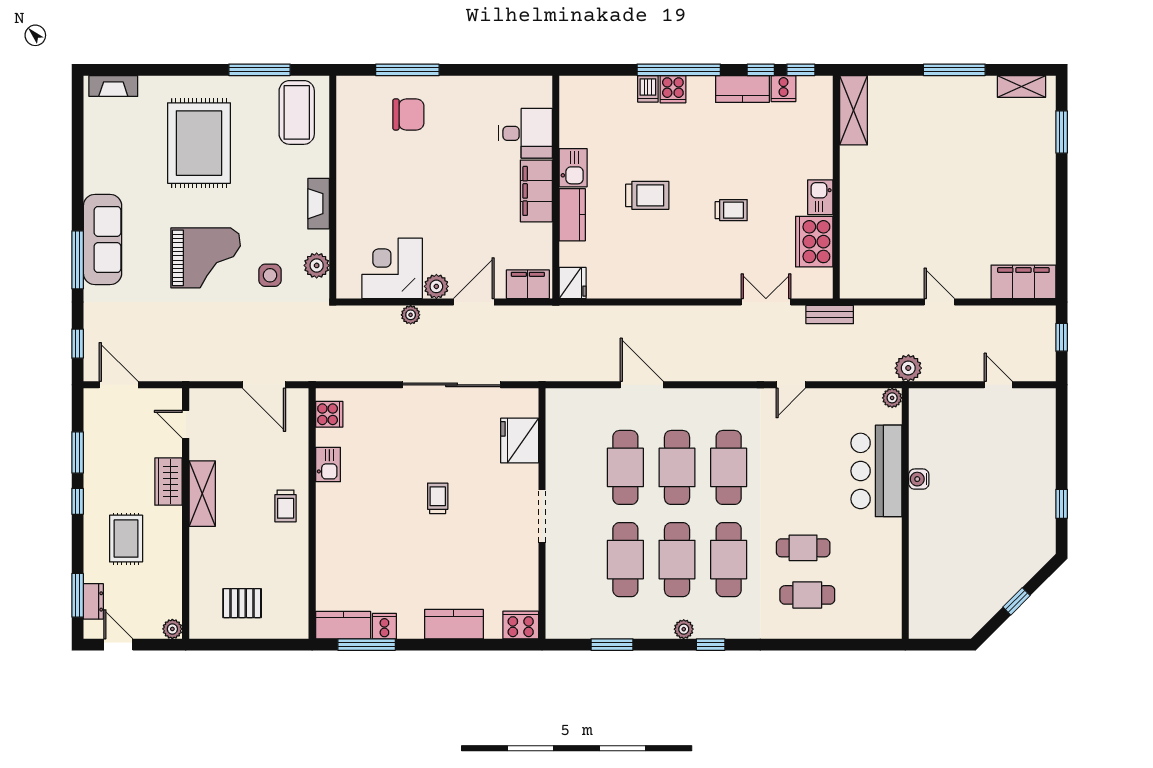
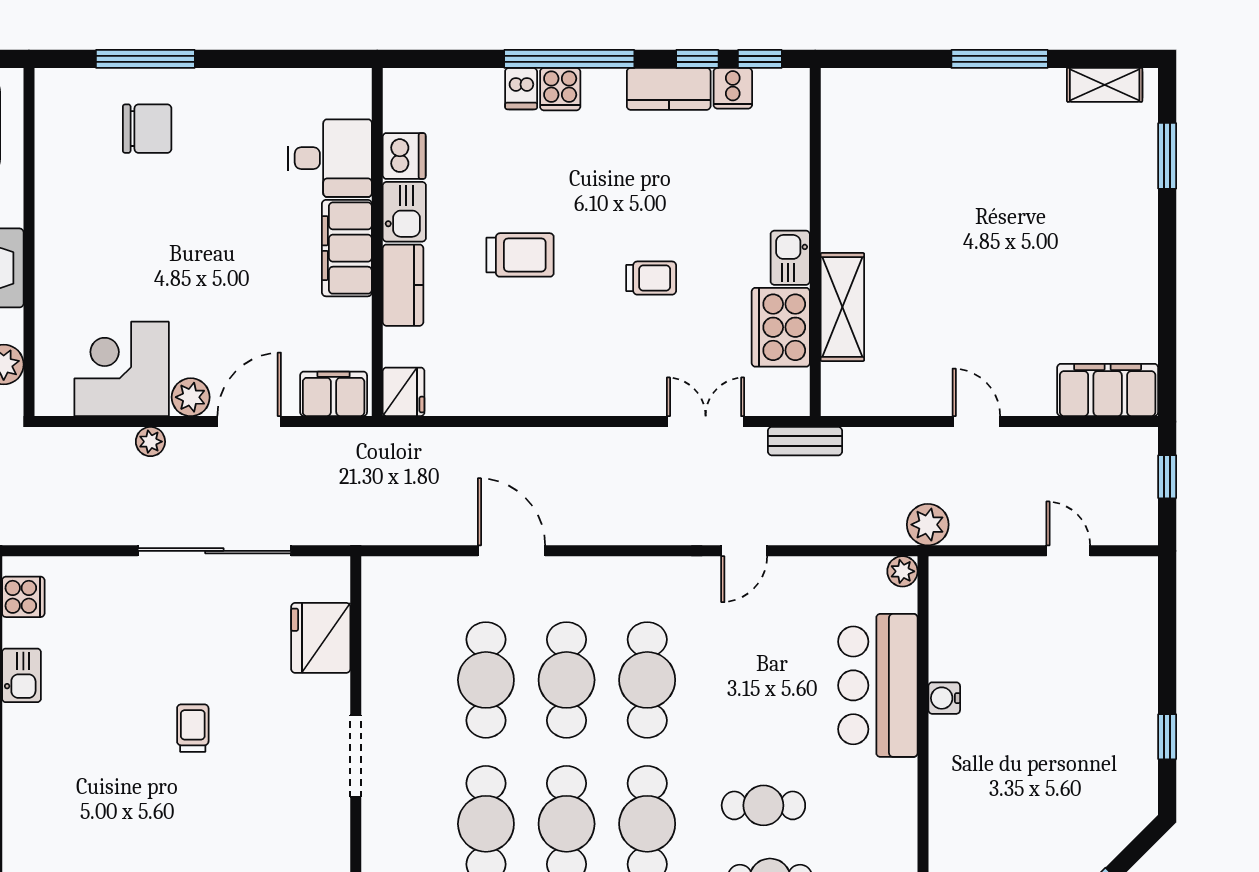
shelving: (854, 110) -> (842, 307), moved
dishwasher: (573, 132) -> (404, 156), added

